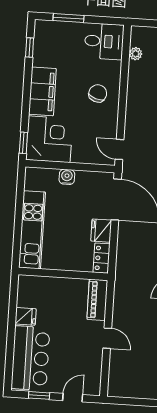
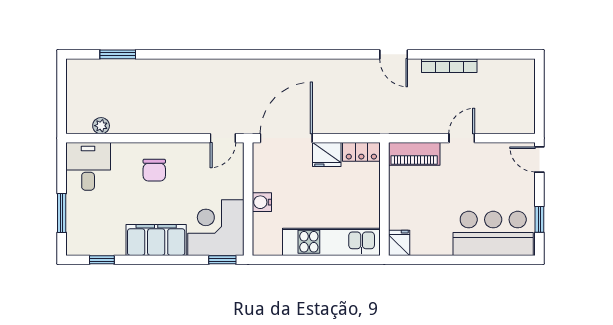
chair: (98, 93) -> (154, 170), turned -108
fridge: (26, 316) -> (399, 243), moved
door: (73, 398) -> (539, 159), moved

